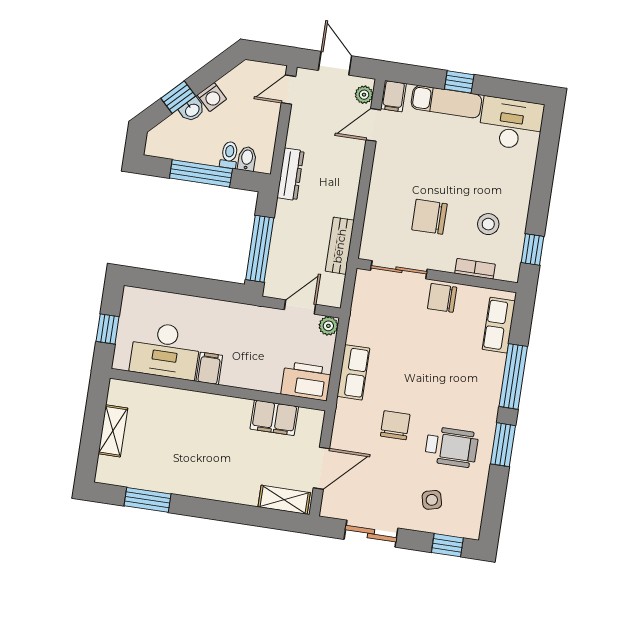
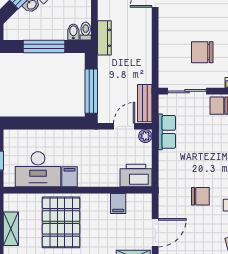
toilet: (229, 155) -> (86, 31), moved
bench: (340, 246) -> (145, 103), moved
row of seats: (353, 372) -> (167, 132), moved
filing cabinet: (274, 418) -> (118, 203), width x0.50
chair: (395, 425) -> (200, 196), turned 90
pallet: (187, 433) -> (61, 222), added

